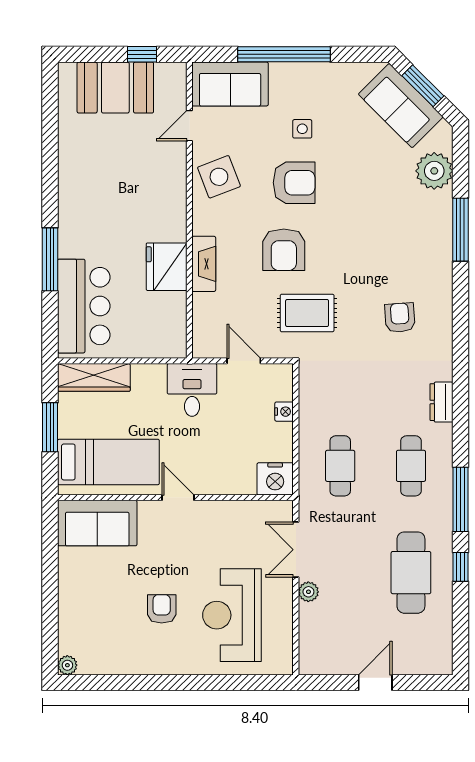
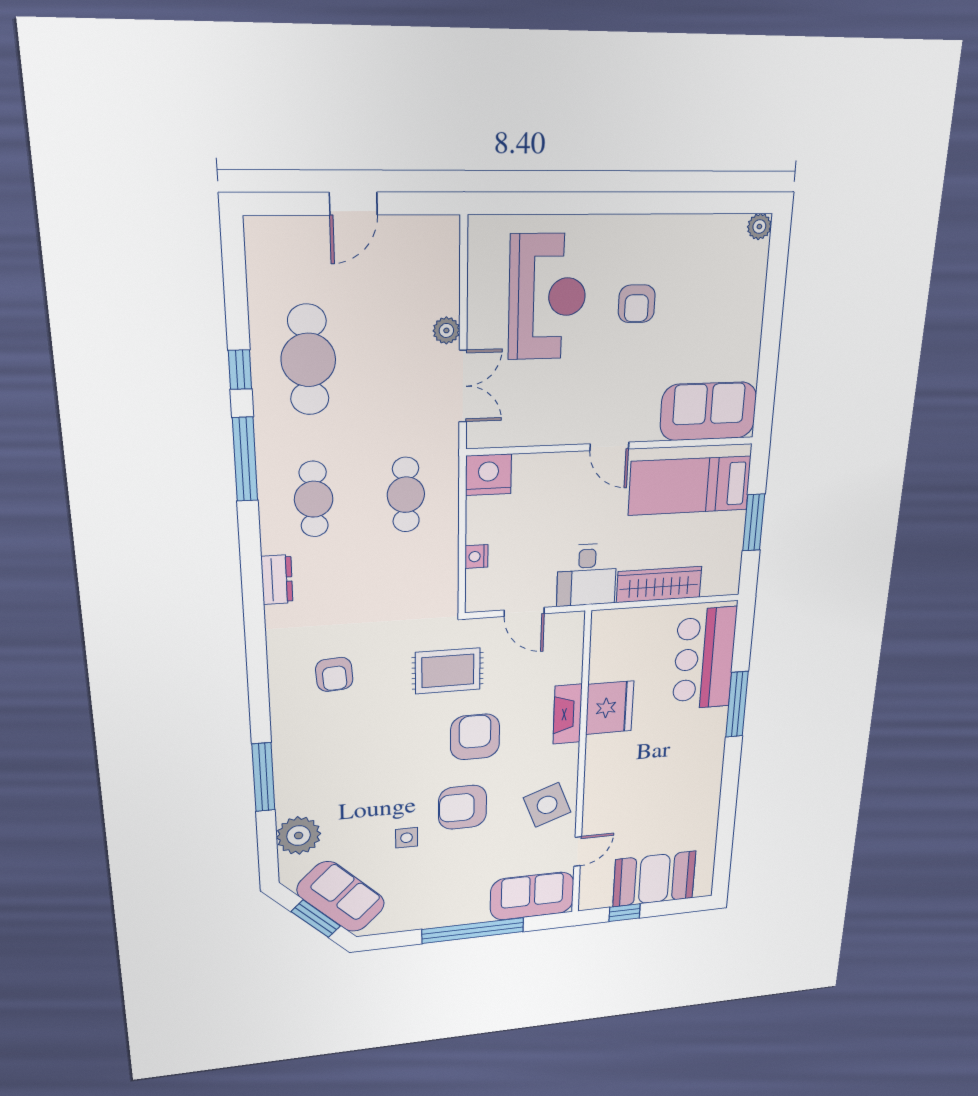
side table: (302, 129) -> (407, 838), moved
wardrobe: (94, 377) -> (659, 584), moved

